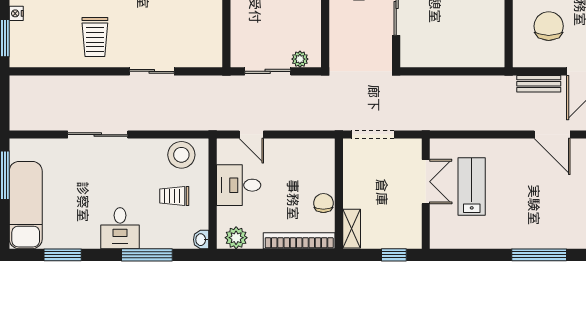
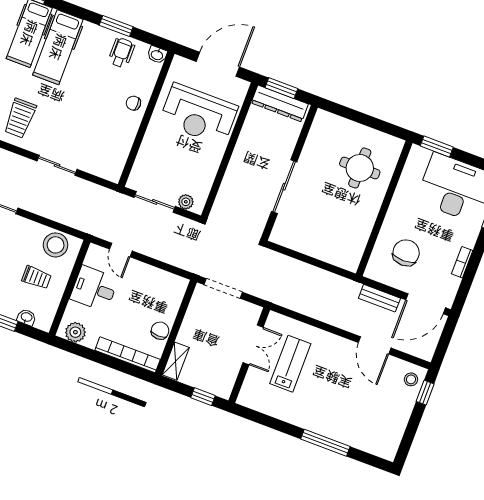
trolley: (174, 196) -> (36, 277), turned 180
washbasin: (201, 240) -> (26, 317), moved, turned 90

